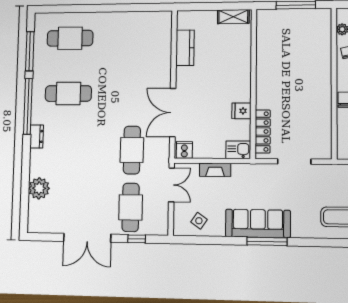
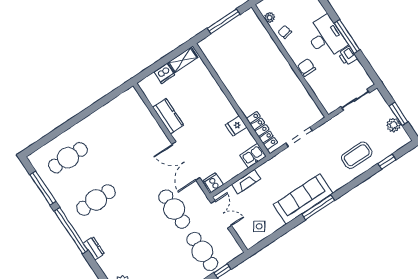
dishwasher: (208, 18) -> (164, 73), added
kitchen counter: (185, 48) -> (168, 116), moved

